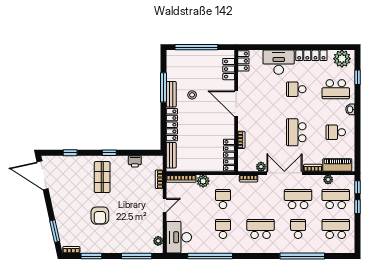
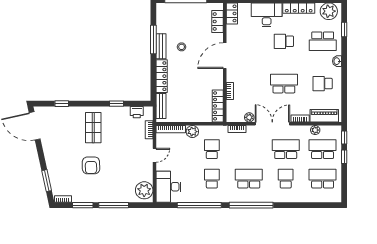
door: (236, 104) -> (225, 56), hinge flipped
school desk: (296, 132) -> (284, 84), turned 90
window: (109, 153) -> (116, 104), moved
printer: (135, 161) -> (137, 112), moved
plant: (158, 241) -> (144, 190), width x1.88, depth x1.88
window: (137, 256) -> (114, 205), moved
window: (302, 256) -> (251, 205), moved

